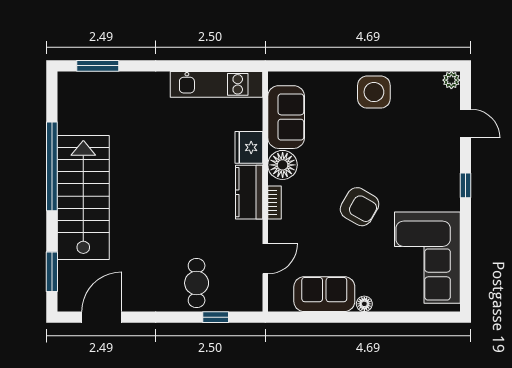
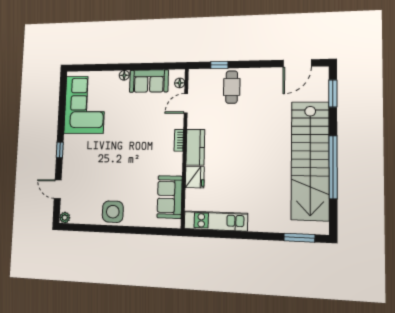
floor lamp: (283, 165) -> (180, 83), moved, width x0.53, depth x0.53
stairs: (83, 198) -> (310, 161), width x1.36
armchair: (360, 207) -> (125, 137), removed

